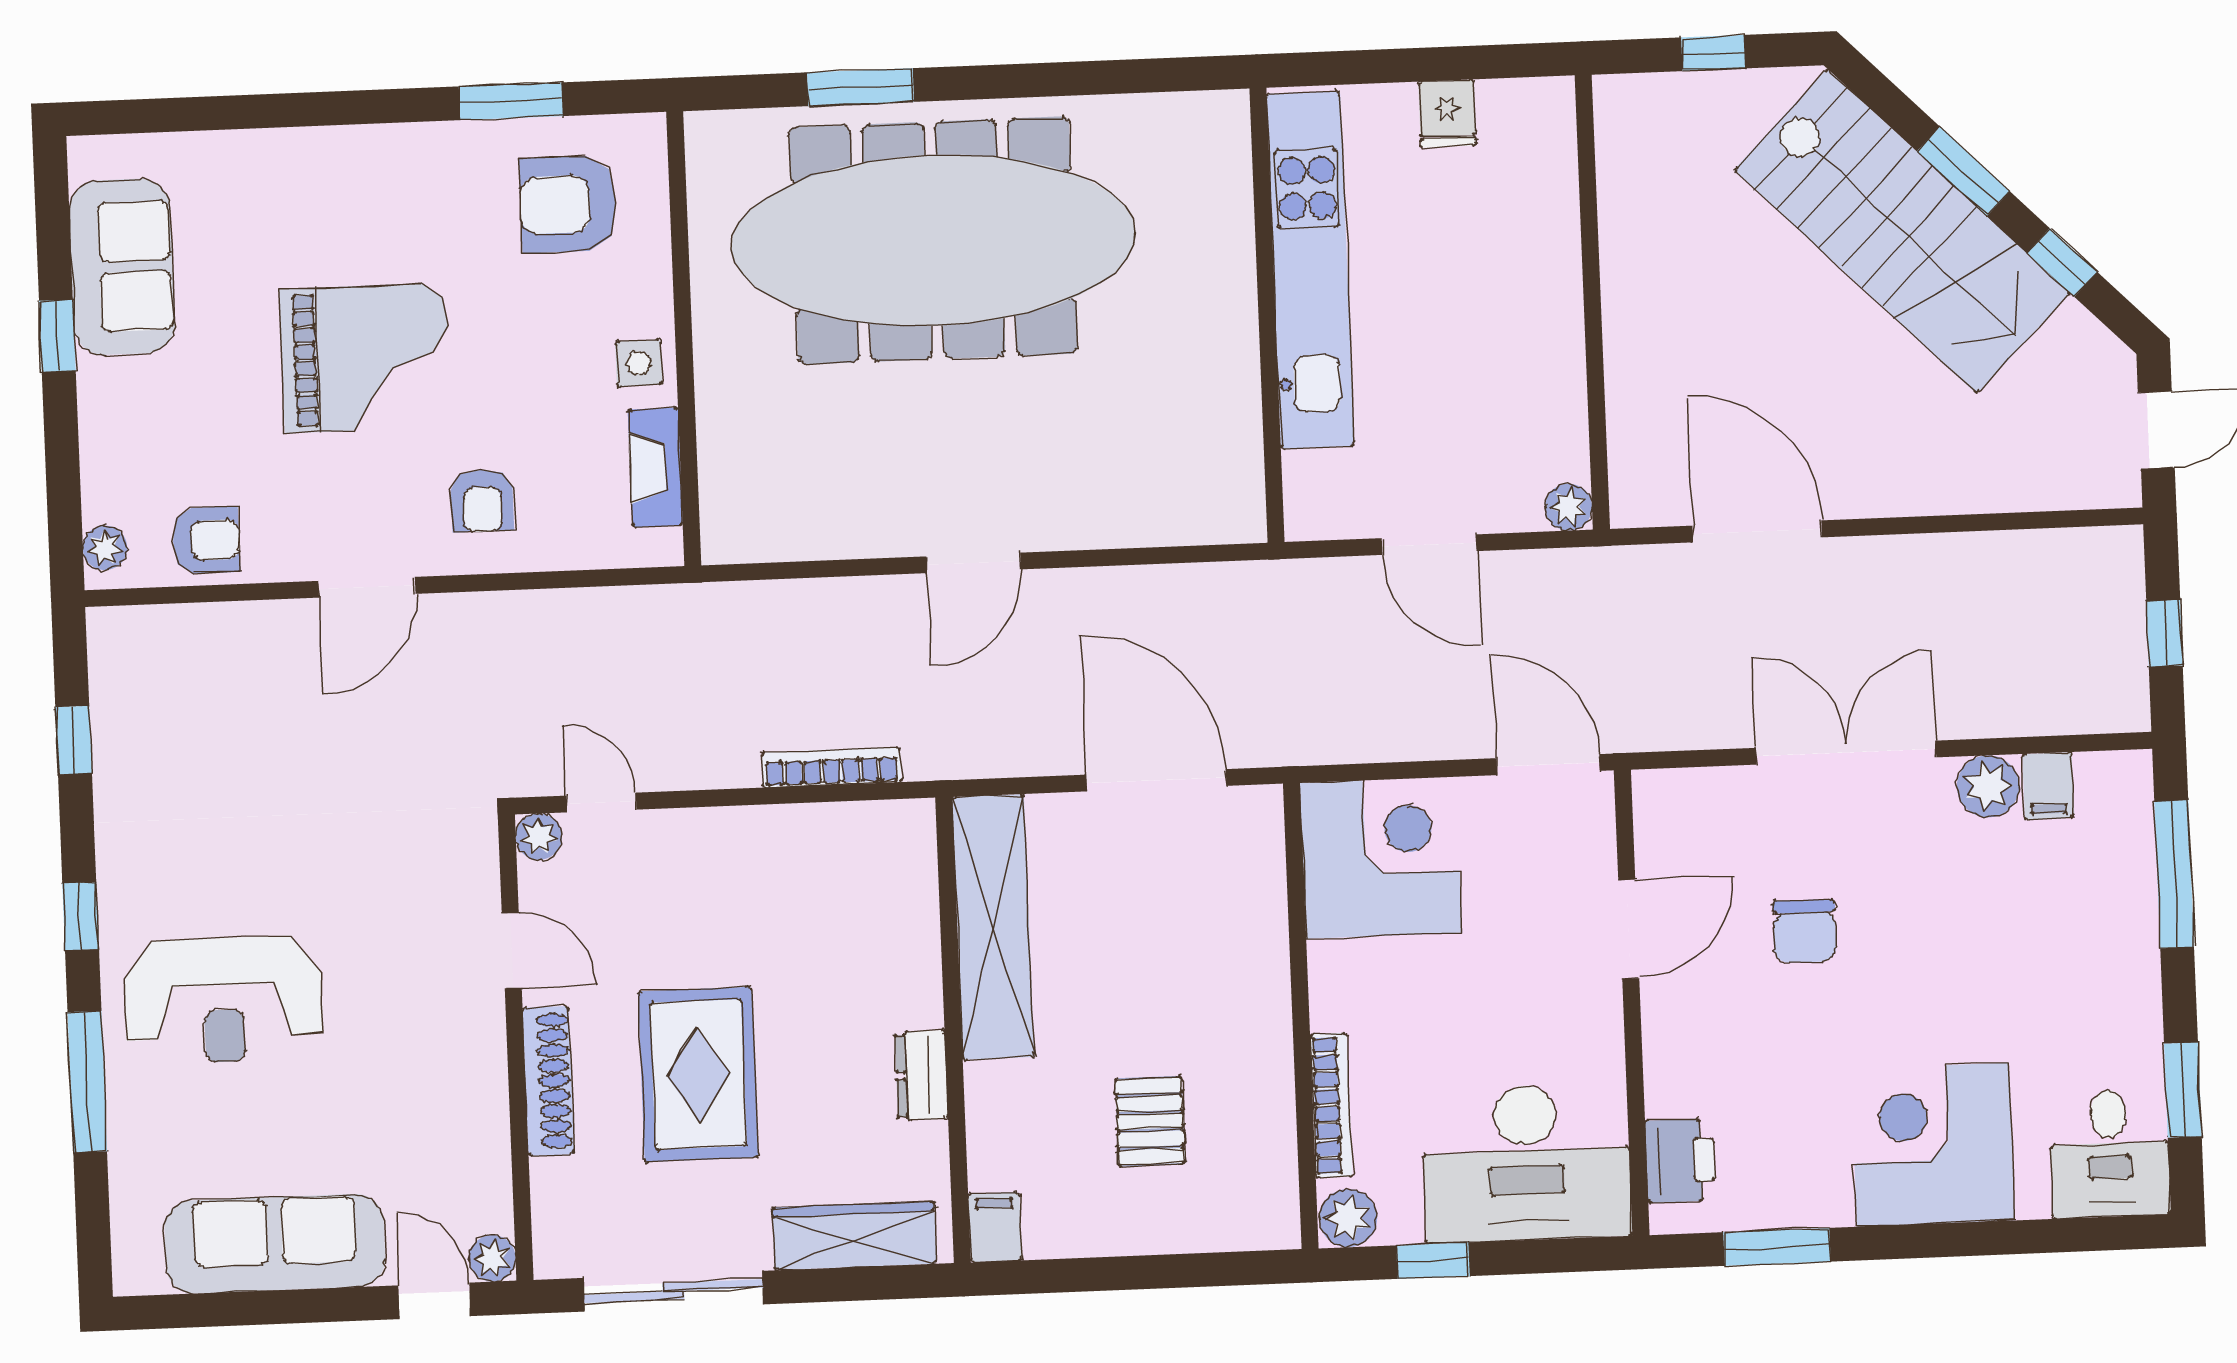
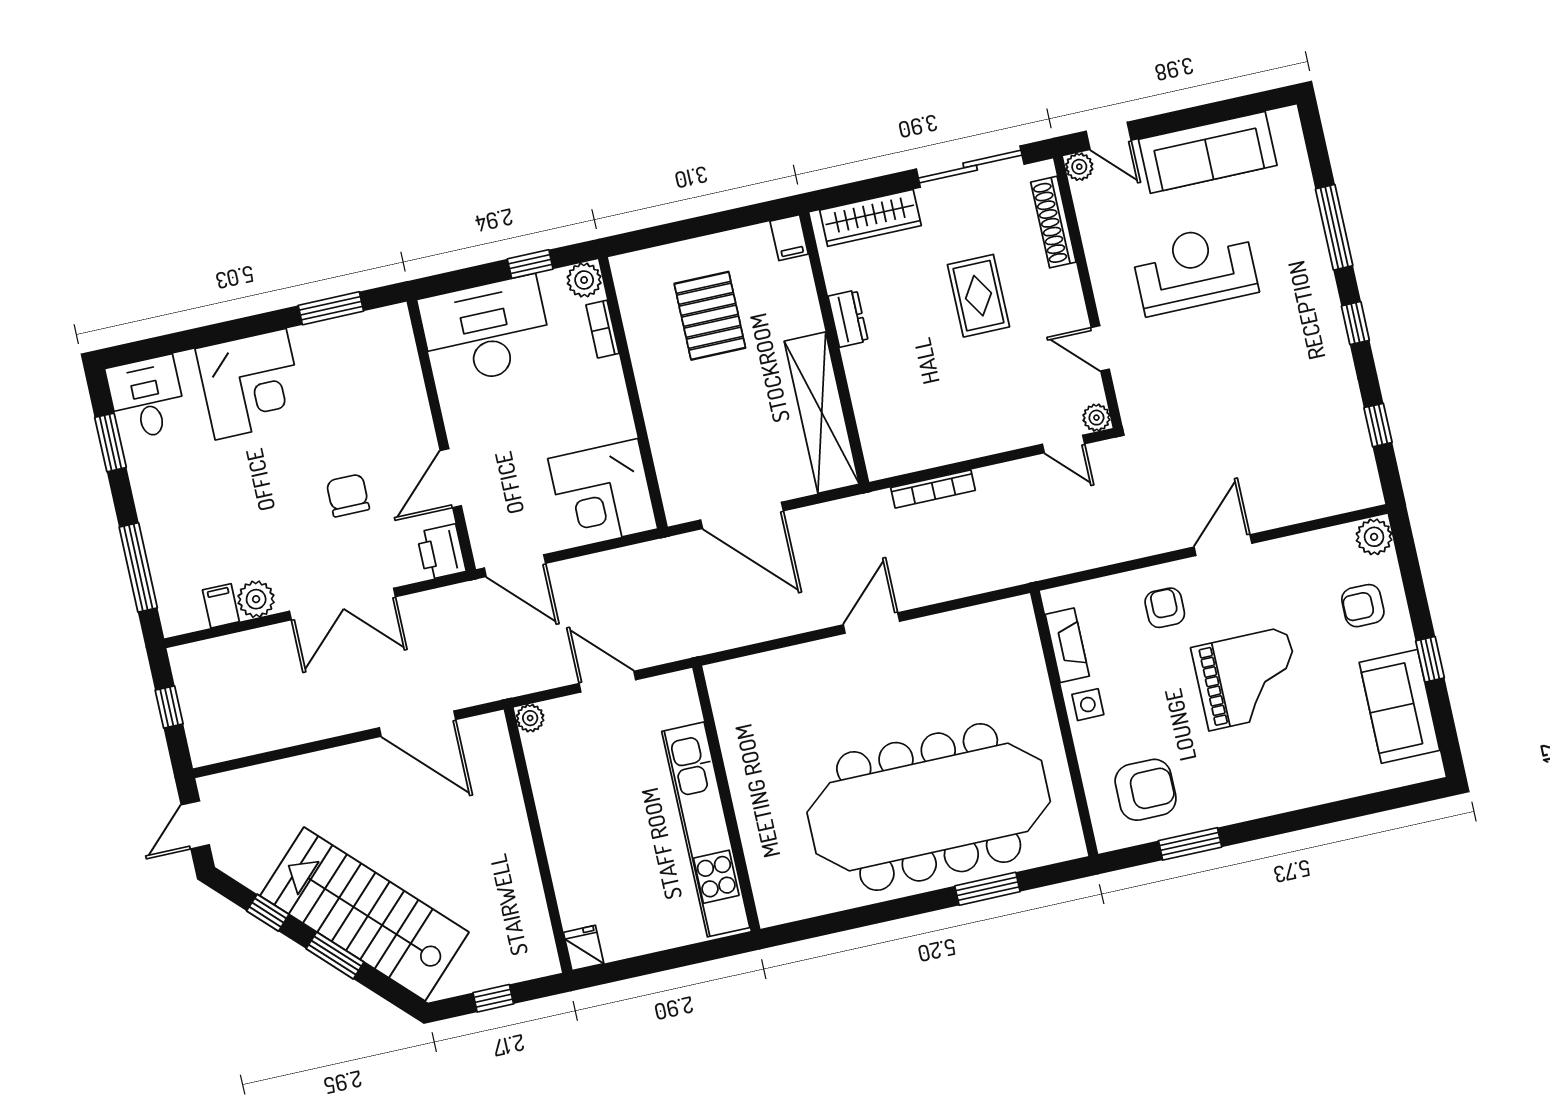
fridge: (1447, 114) -> (584, 948), moved
grand piano: (365, 358) -> (1248, 679), turned 180
armchair: (206, 540) -> (1363, 606), moved
plant: (105, 548) -> (1374, 537), width x1.38, depth x1.38
reception desk: (223, 1000) -> (1195, 269), moved
rug: (698, 1074) -> (978, 296), width x0.73, depth x0.70
shoe rack: (548, 1081) -> (1053, 222), moved
bookcase: (1331, 1105) -> (602, 329), width x0.64
pallet: (1150, 1121) -> (710, 316), width x1.50, depth x1.42
printer: (1681, 1161) -> (441, 552), moved

